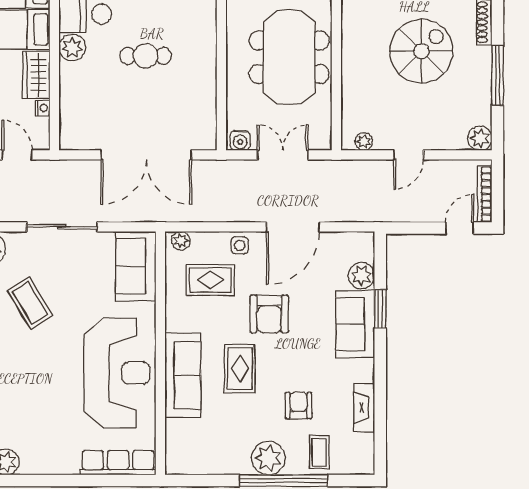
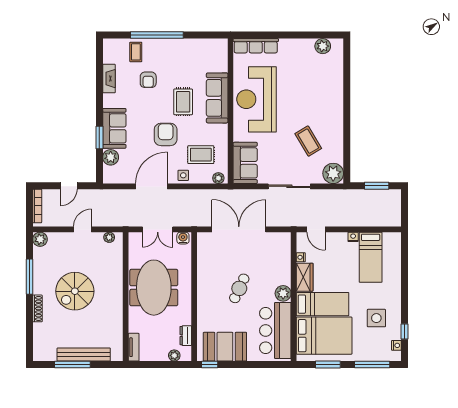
cafe table: (146, 56) -> (239, 288), turned -65
door: (460, 228) -> (69, 186), moved
plant: (268, 458) -> (166, 48), removed

